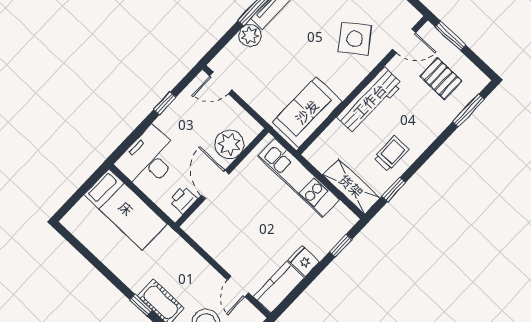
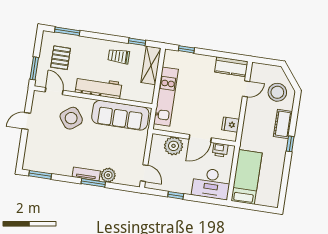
sofa: (307, 112) -> (120, 115), width x1.36
fridge: (304, 261) -> (231, 125), moved, turned 90
window: (141, 305) -> (290, 144), moved

